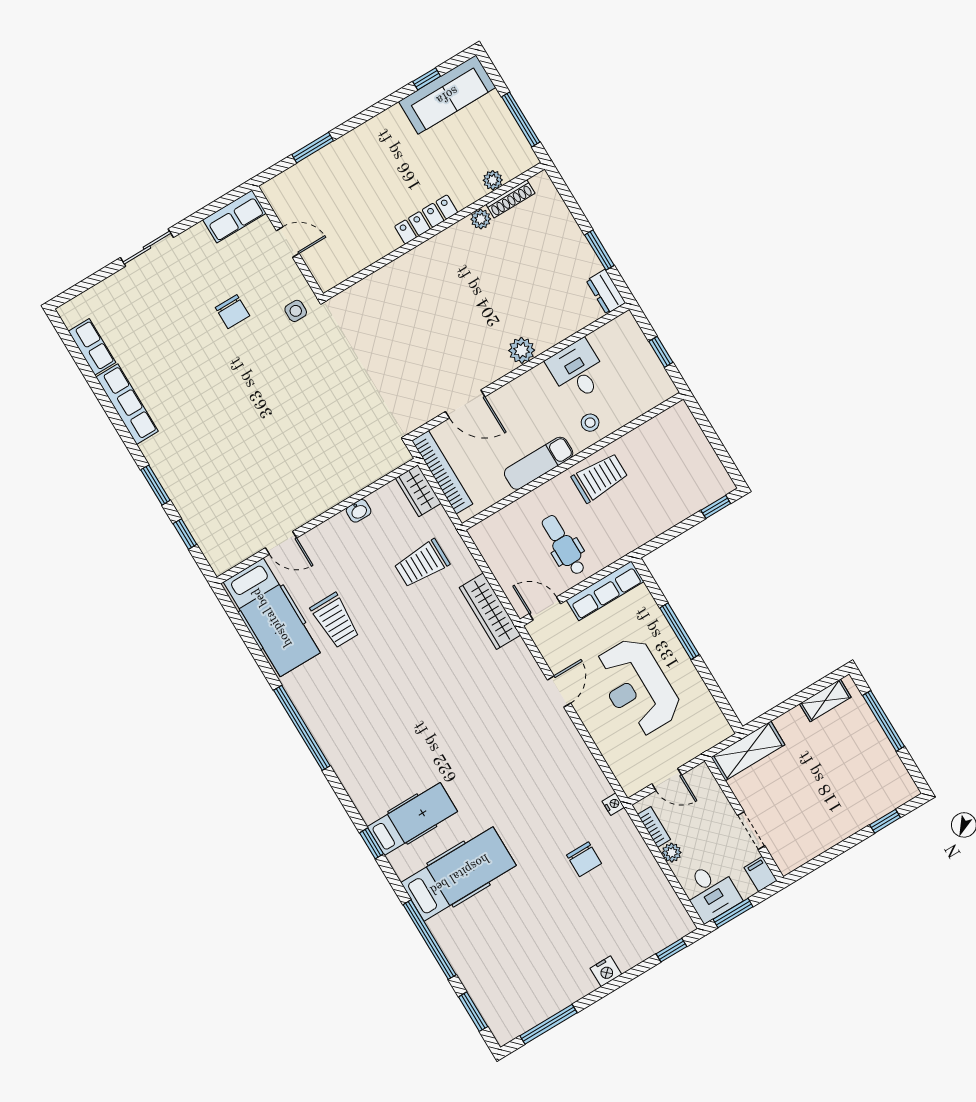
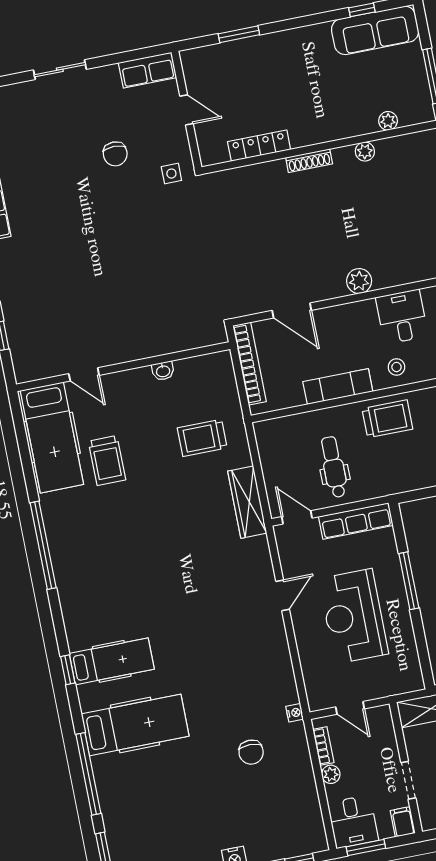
shoe rack: (510, 199) -> (309, 161), moved
locker: (426, 219) -> (259, 146), moved
wardrobe: (418, 491) -> (222, 372), removed

